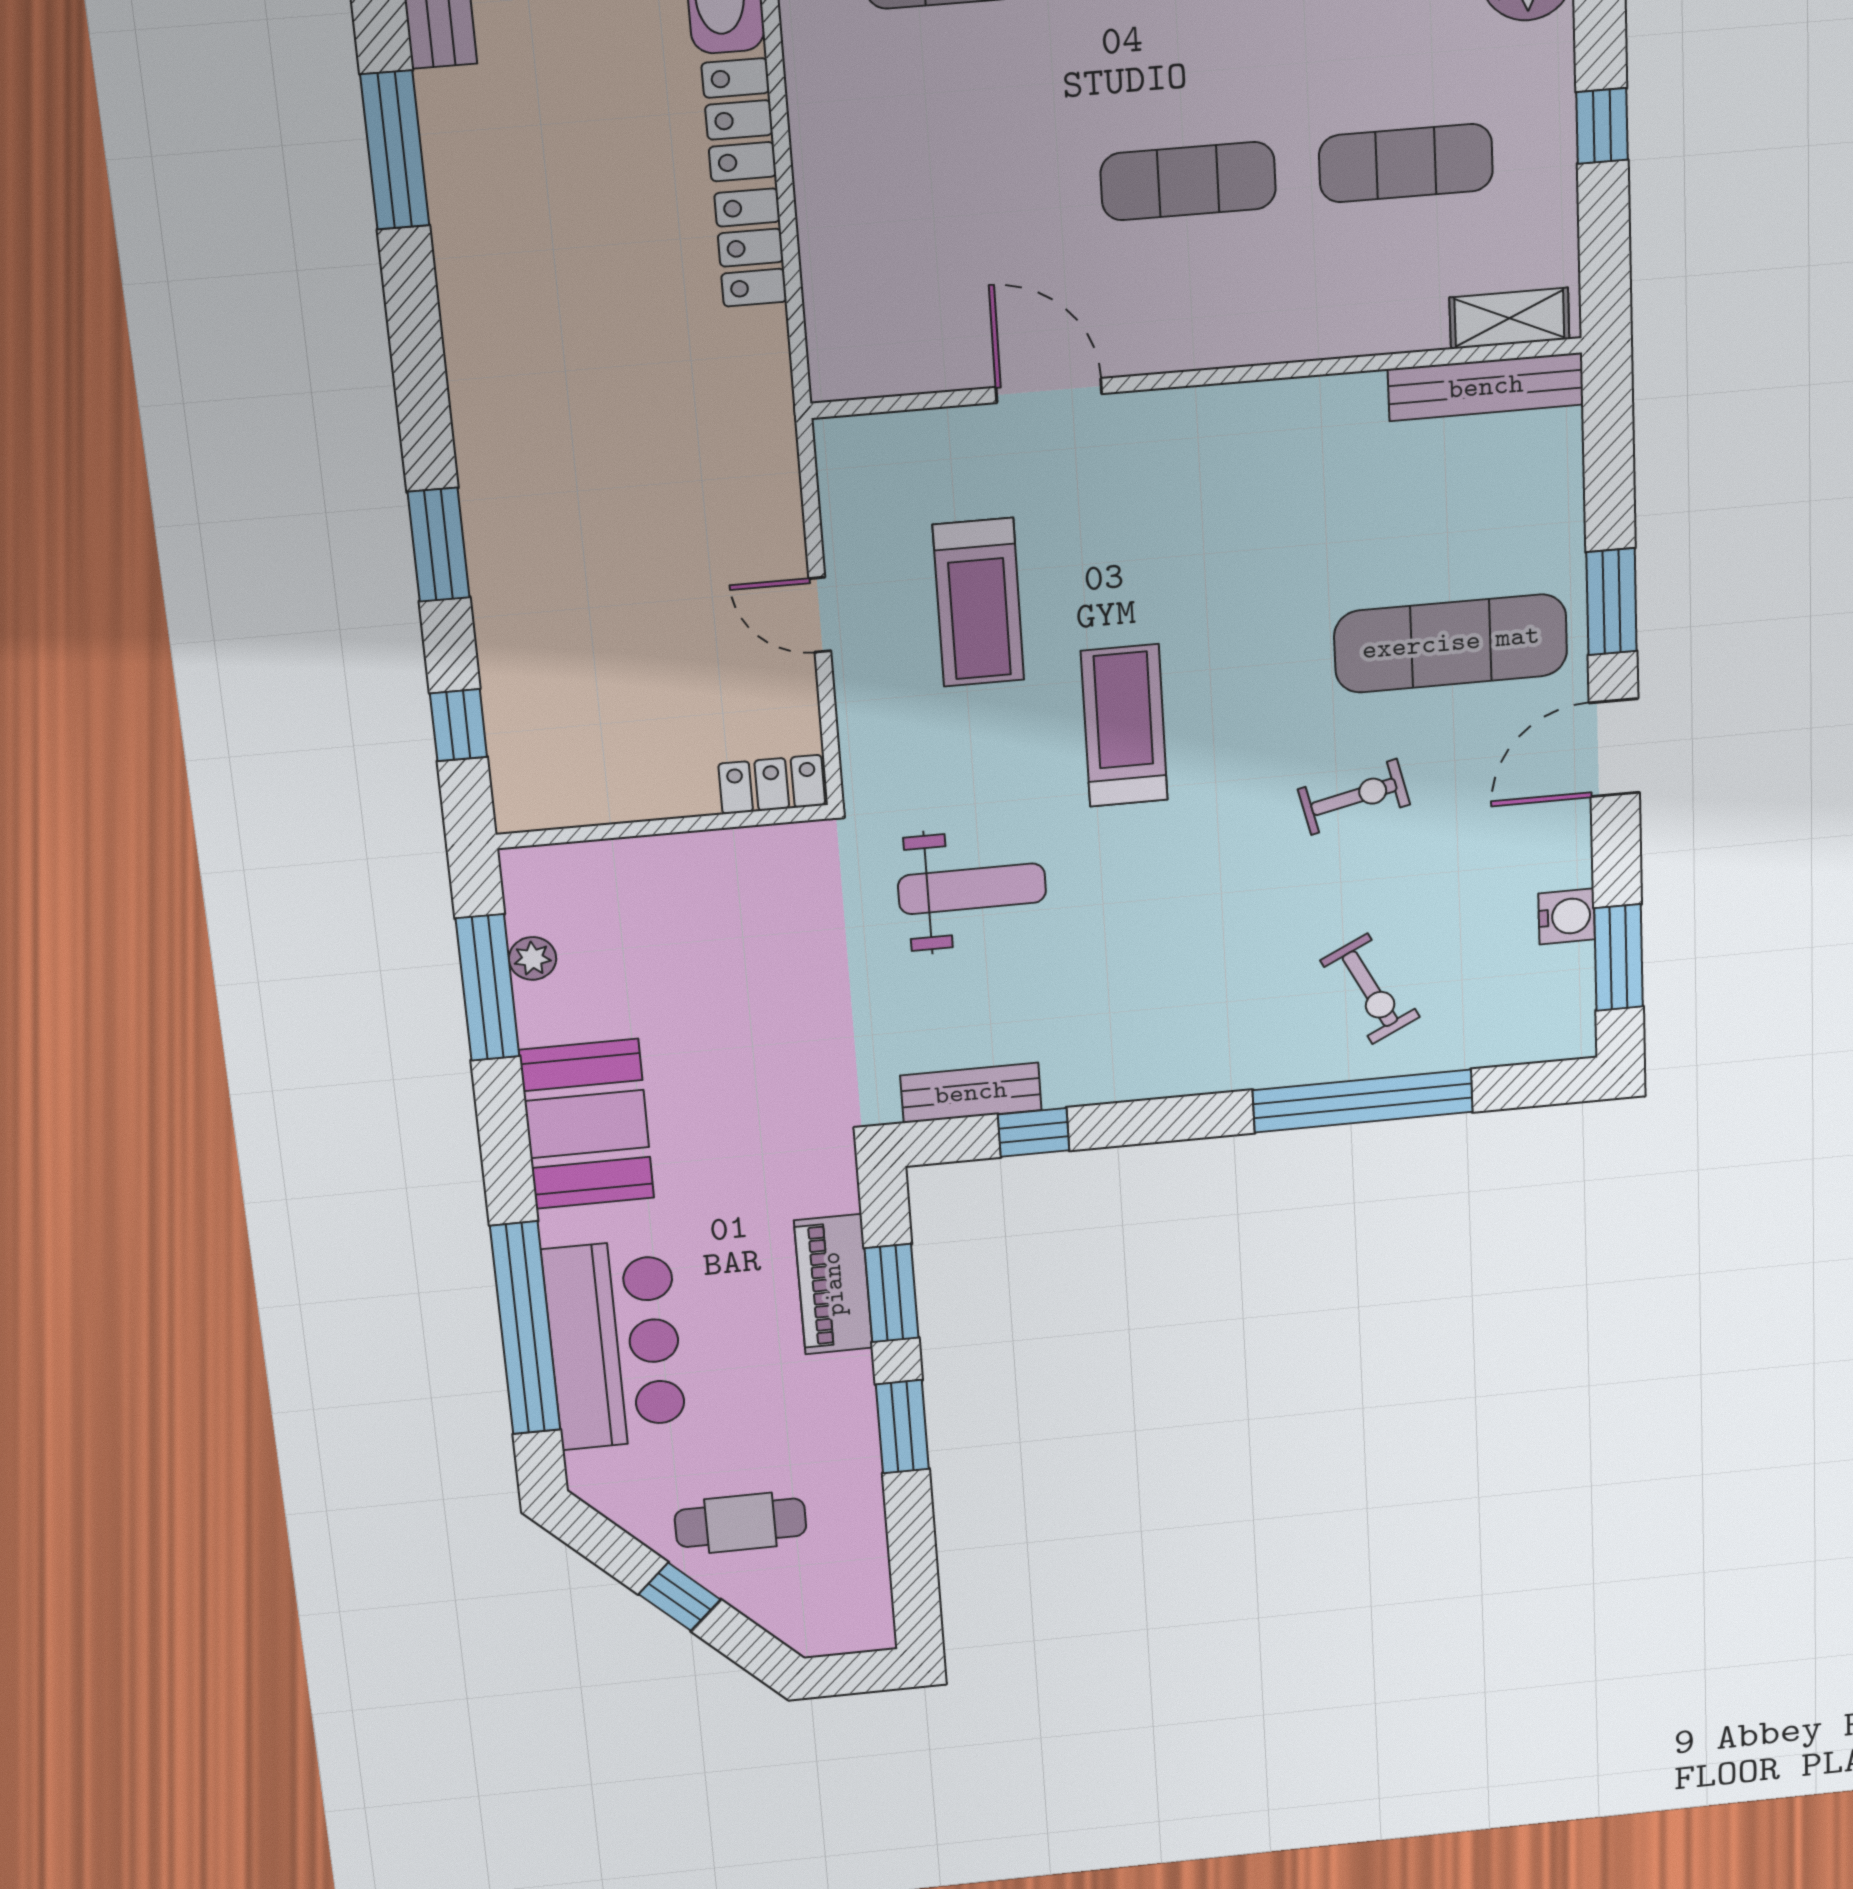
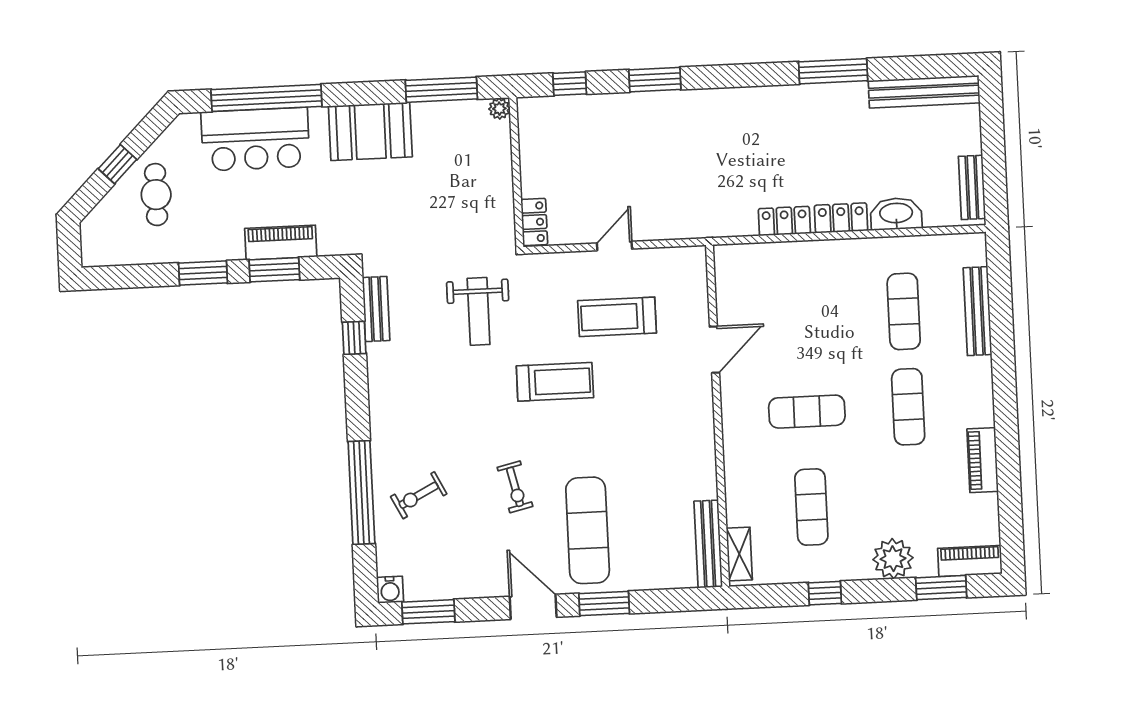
exercise mat: (1188, 181) -> (807, 412), turned 90
water cooler: (1567, 916) -> (390, 590), moved
plant: (533, 958) -> (499, 109), moved

